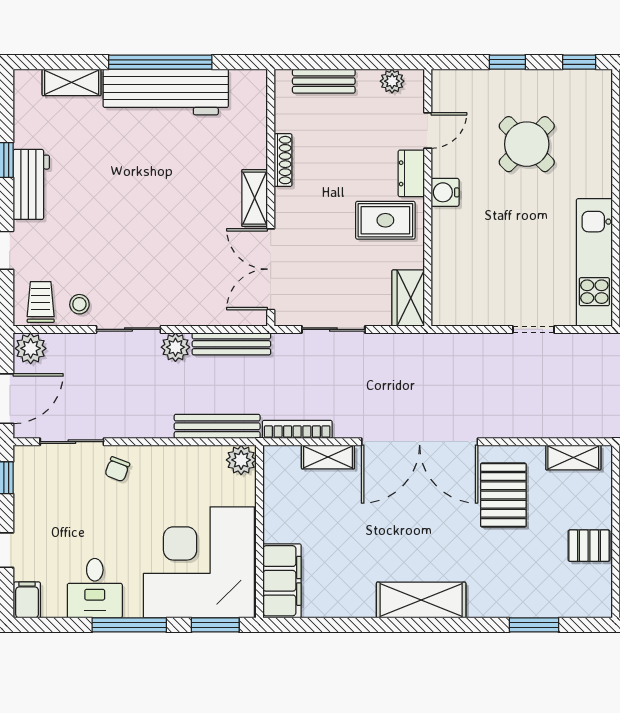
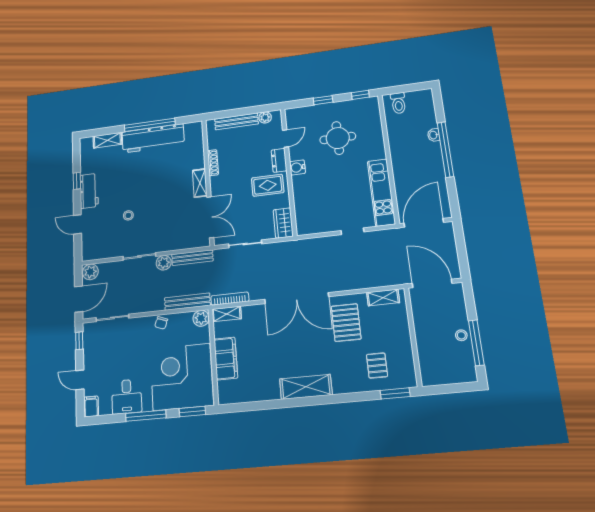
bench: (324, 81) -> (236, 121), width x1.36
round table: (527, 144) -> (338, 138), turned 45
double door: (271, 269) -> (210, 217), swing flipped
trolley: (41, 302) -> (95, 248), removed
stool: (79, 304) -> (128, 215), moved
shelving: (328, 457) -> (227, 314), moved
chair: (117, 469) -> (161, 323), moved
pallet: (589, 546) -> (377, 366), moved, turned 90
filing cabinet: (282, 581) -> (226, 358), moved
window: (534, 625) -> (395, 393), moved

